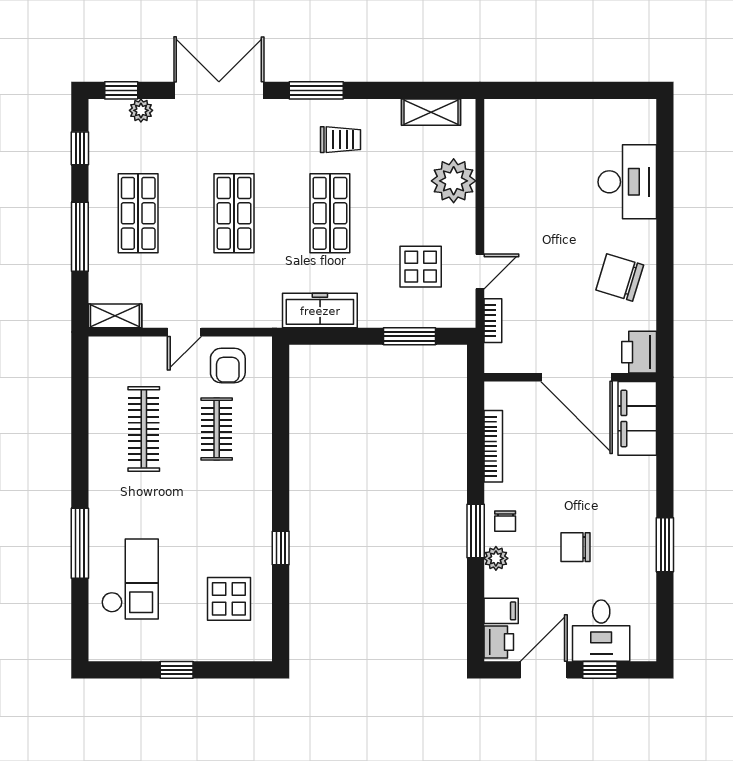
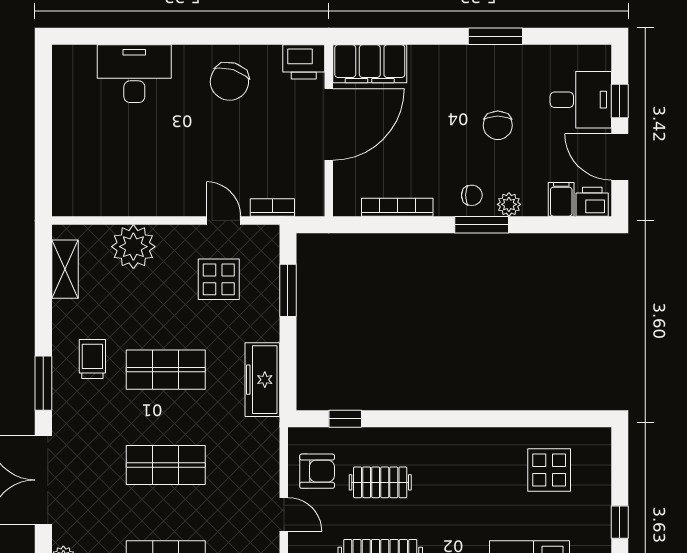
window: (281, 548) -> (345, 419), moved

